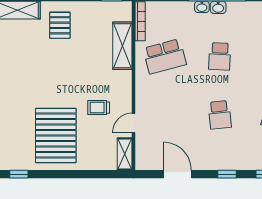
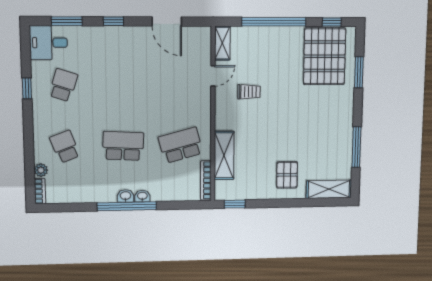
school desk: (220, 56) -> (123, 146), width x1.85
school desk: (220, 115) -> (122, 85), removed
pallet: (56, 136) -> (325, 56), moved
window: (75, 174) -> (274, 22), added

